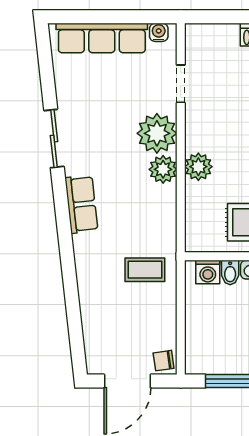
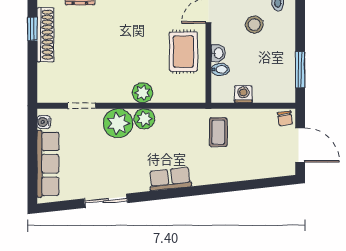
sliding door: (54, 139) -> (106, 201), moved
washing machine: (208, 272) -> (243, 94), moved, turned -90

